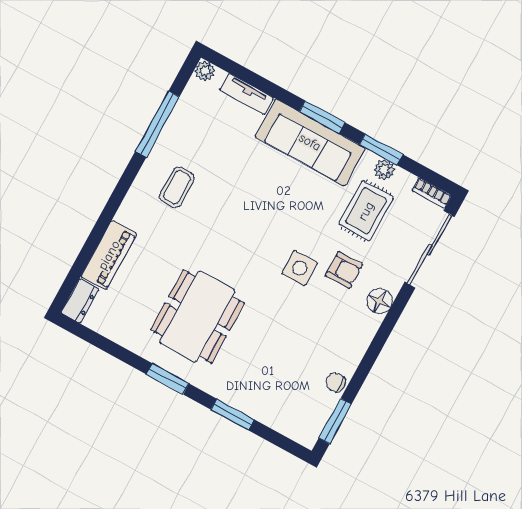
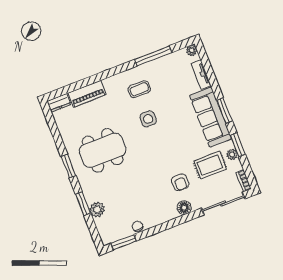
side table: (300, 268) -> (148, 119), moved
plant: (259, 406) -> (97, 210), added

